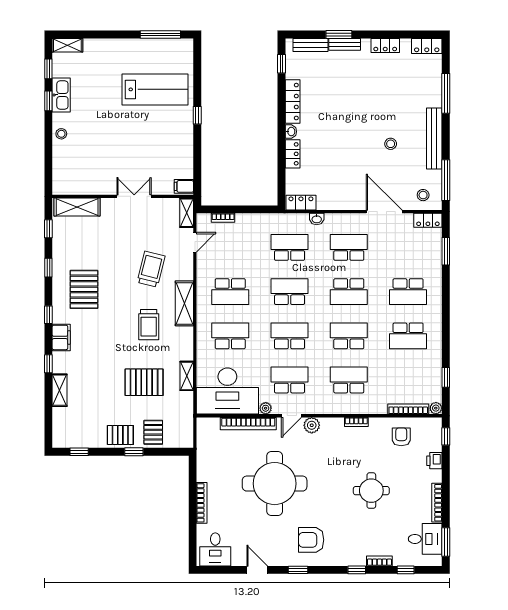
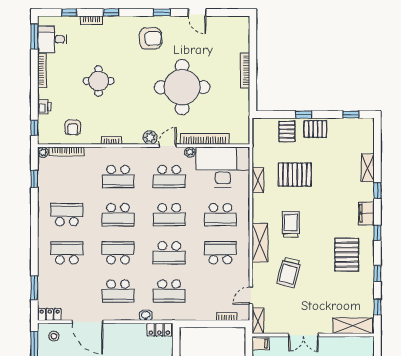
desk: (215, 549) -> (233, 30), removed

